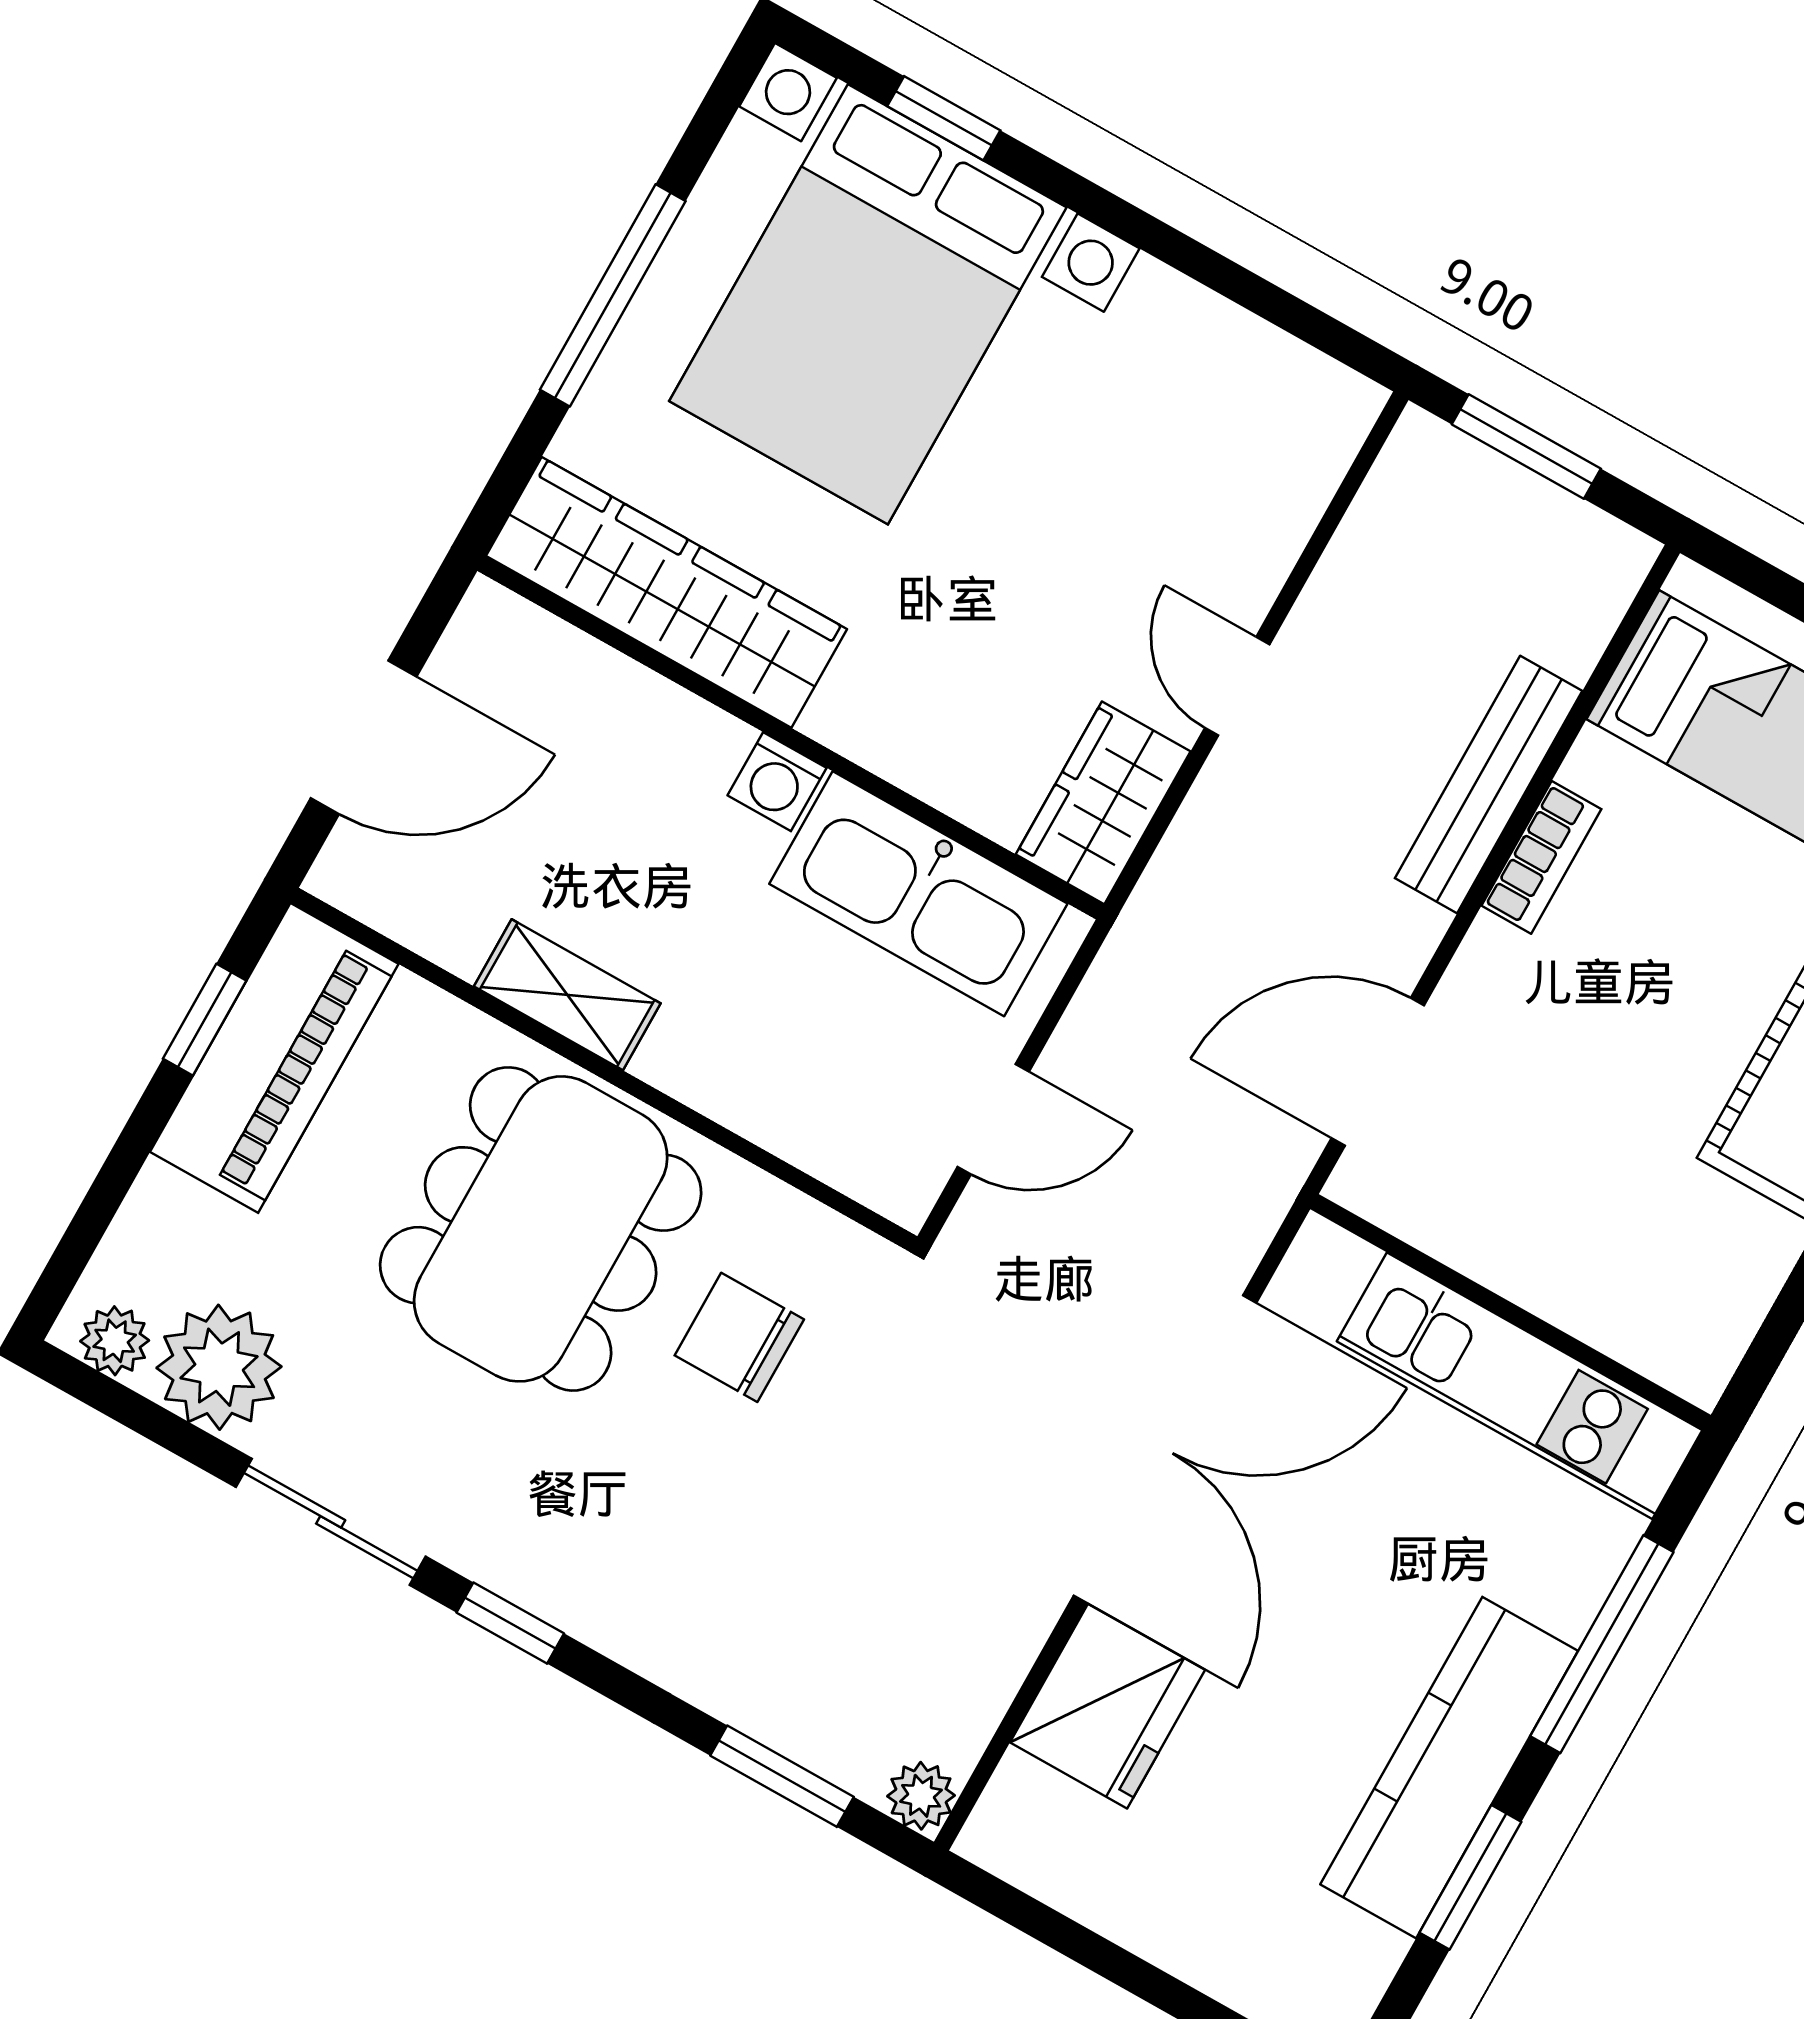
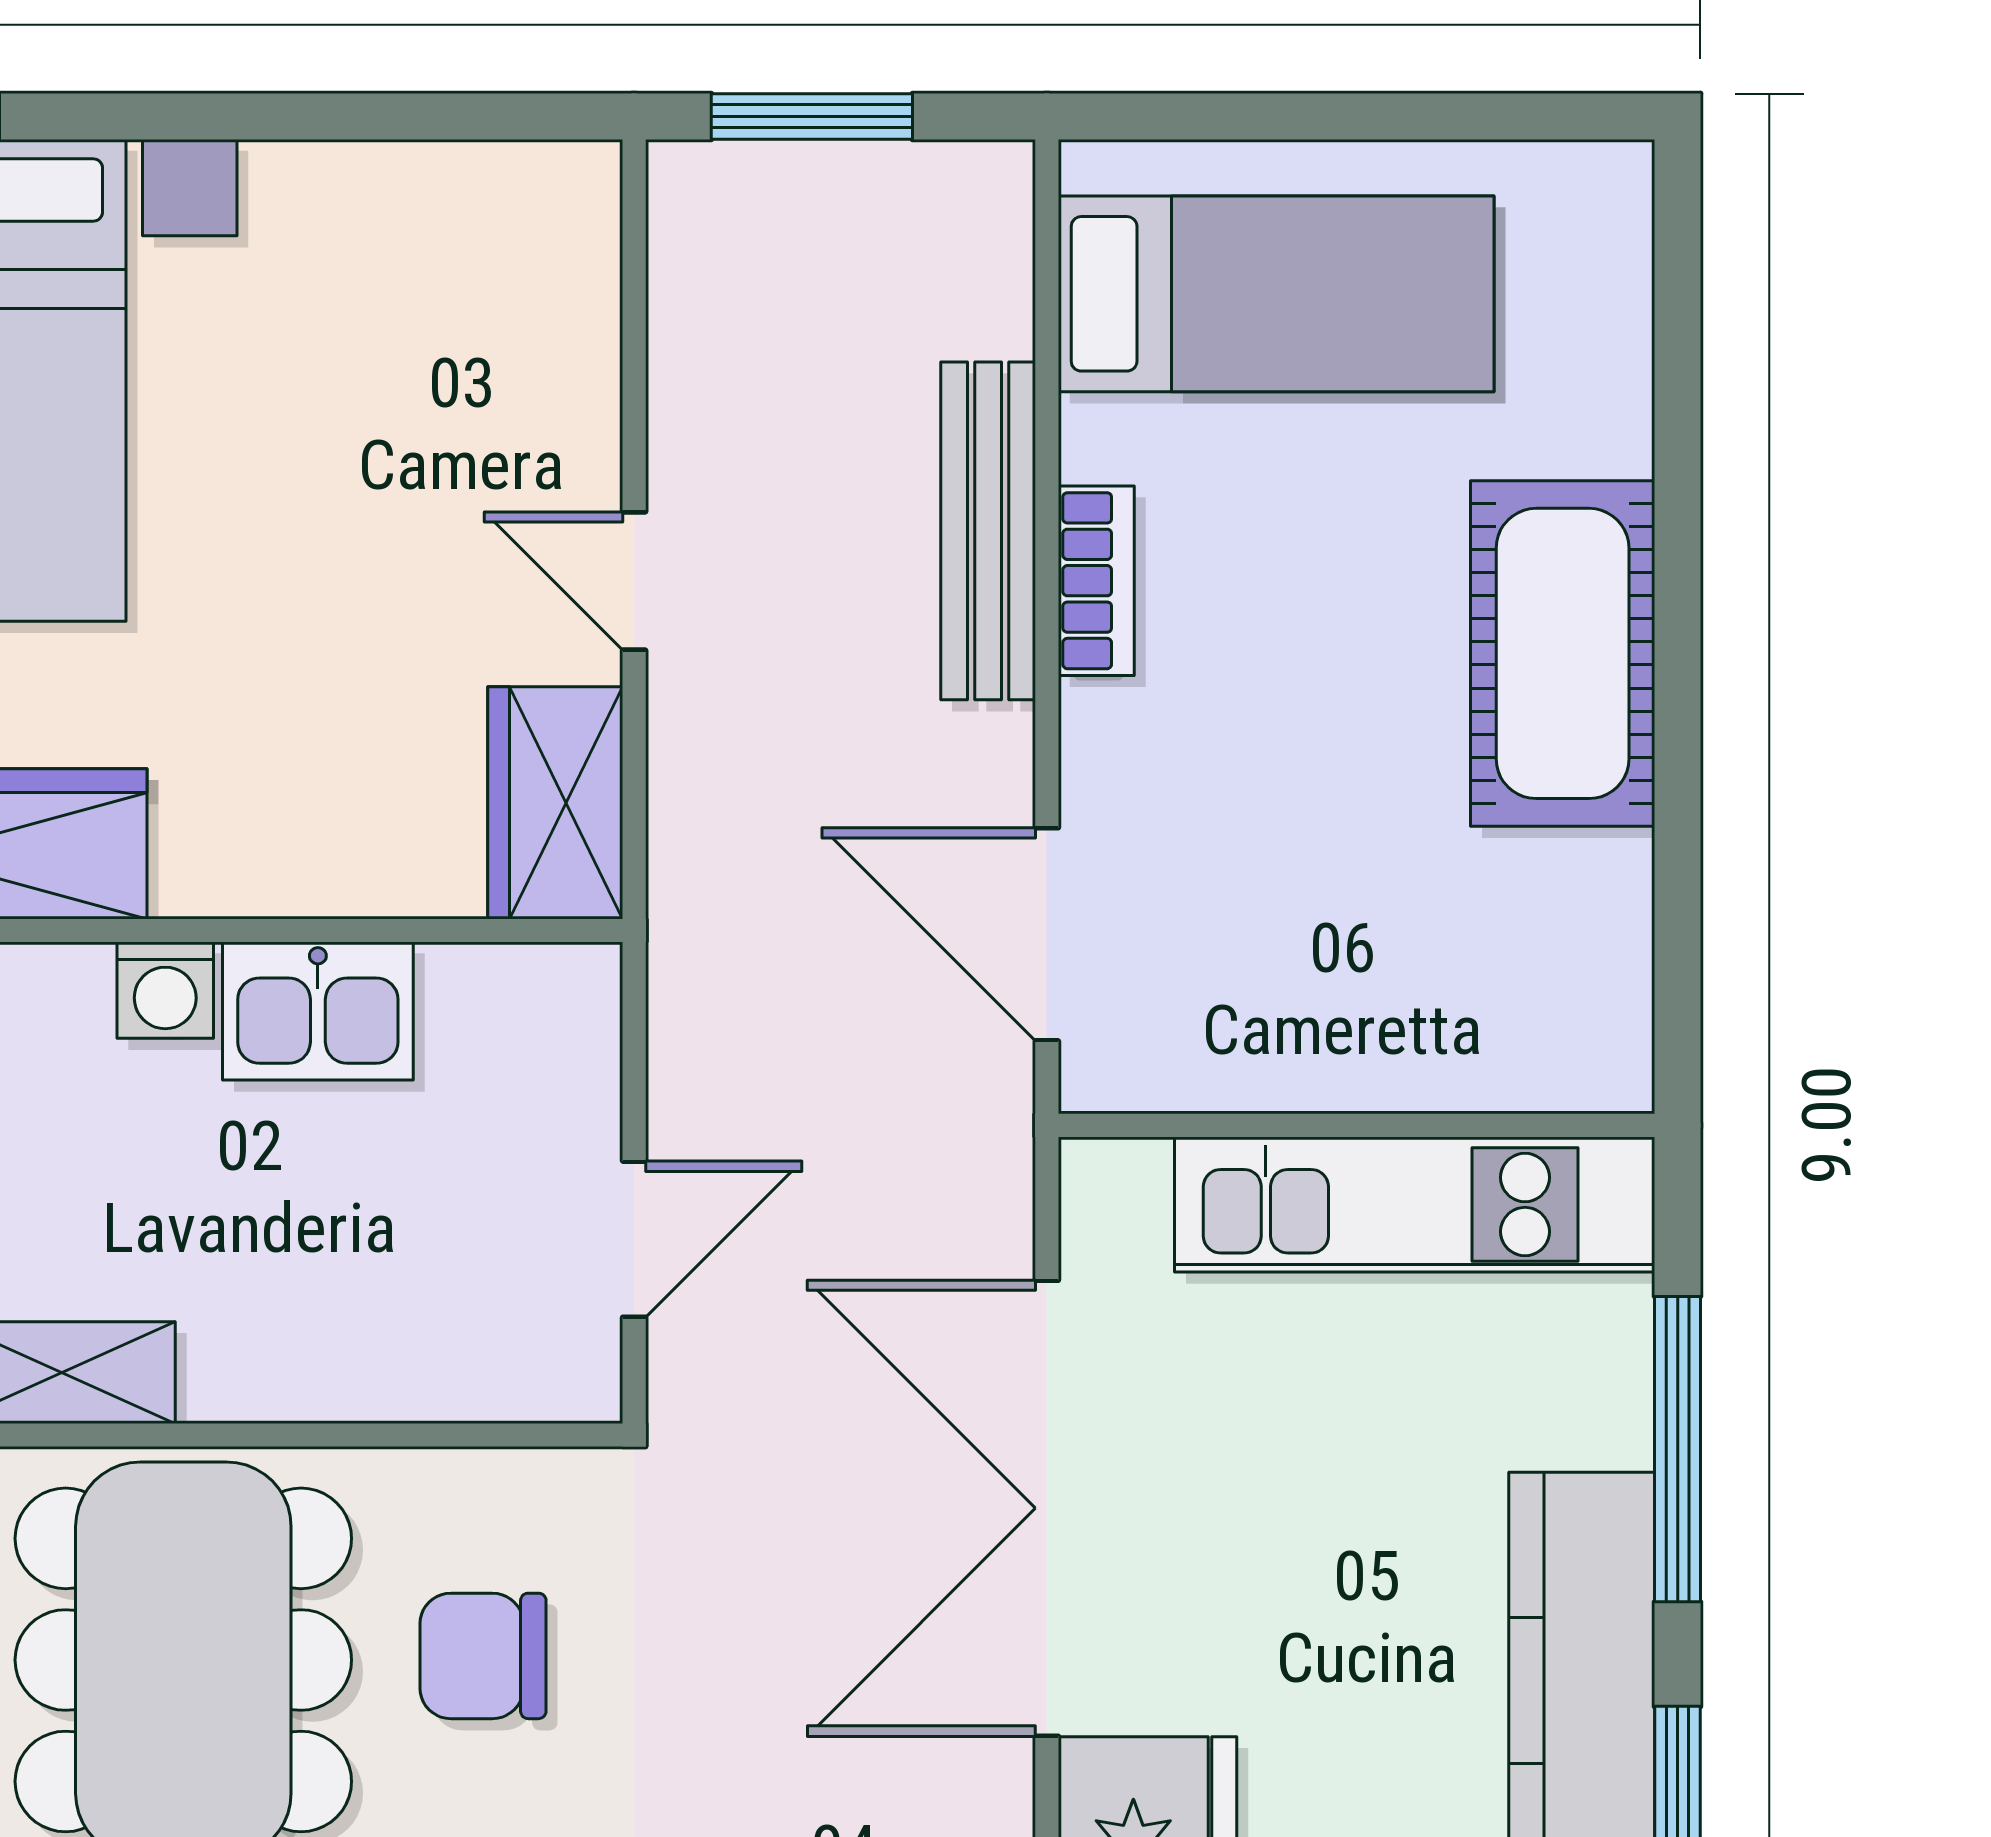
kitchen sink: (918, 894) -> (318, 1011), width x0.53, depth x0.81
door: (1378, 1072) -> (1047, 934), hinge flipped
double door: (1165, 1449) -> (1047, 1508), swing flipped

